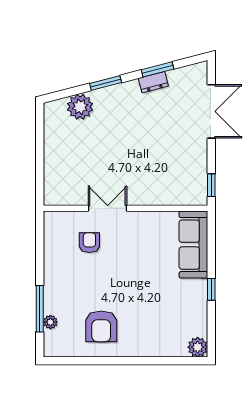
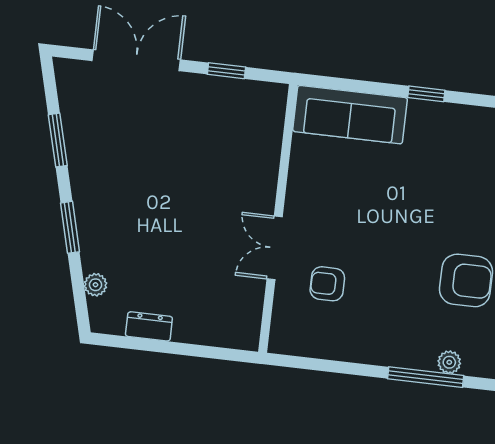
dresser: (153, 82) -> (149, 326), moved, turned -75
plant: (80, 107) -> (95, 285), width x0.53, depth x0.53
window: (211, 185) -> (226, 71), moved

